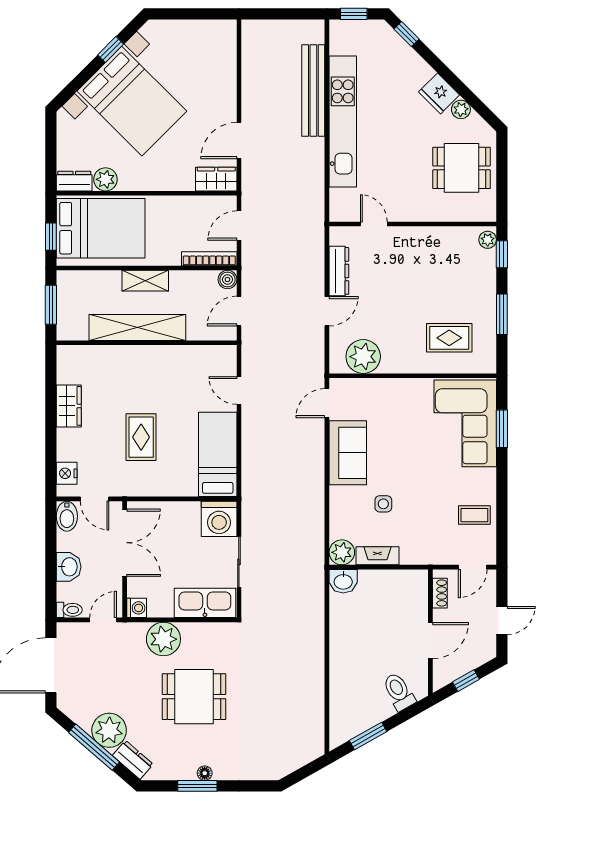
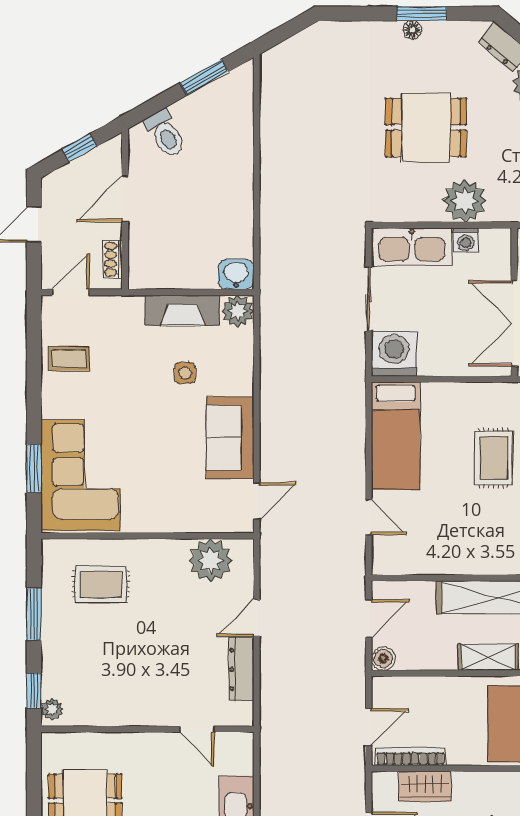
wardrobe: (216, 179) -> (425, 786), moved
bookcase: (209, 259) -> (411, 757), moved, turned 180
fireplace: (377, 556) -> (182, 310), width x1.37, depth x1.32
washing machine: (137, 608) -> (466, 240), moved, turned -90

